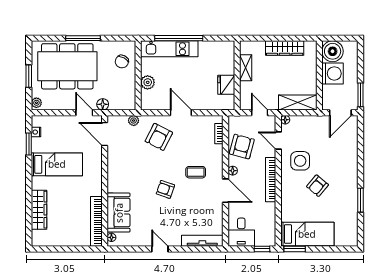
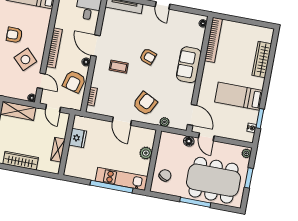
side table: (300, 161) -> (25, 59), turned 45
armchair: (318, 186) -> (14, 35), turned -130
sofa: (119, 213) -> (189, 65), moved

